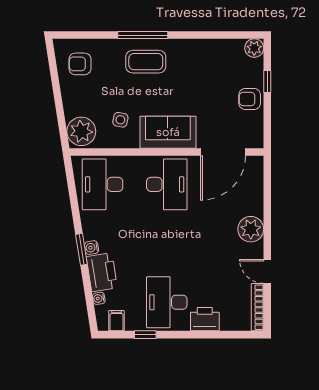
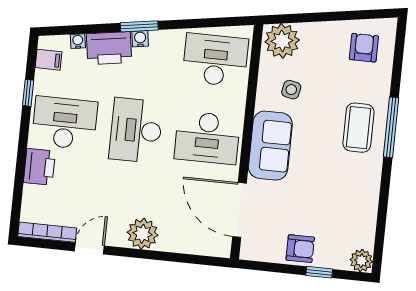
armchair: (250, 99) -> (300, 249), turned 90
desk: (167, 243) -> (136, 130), added

